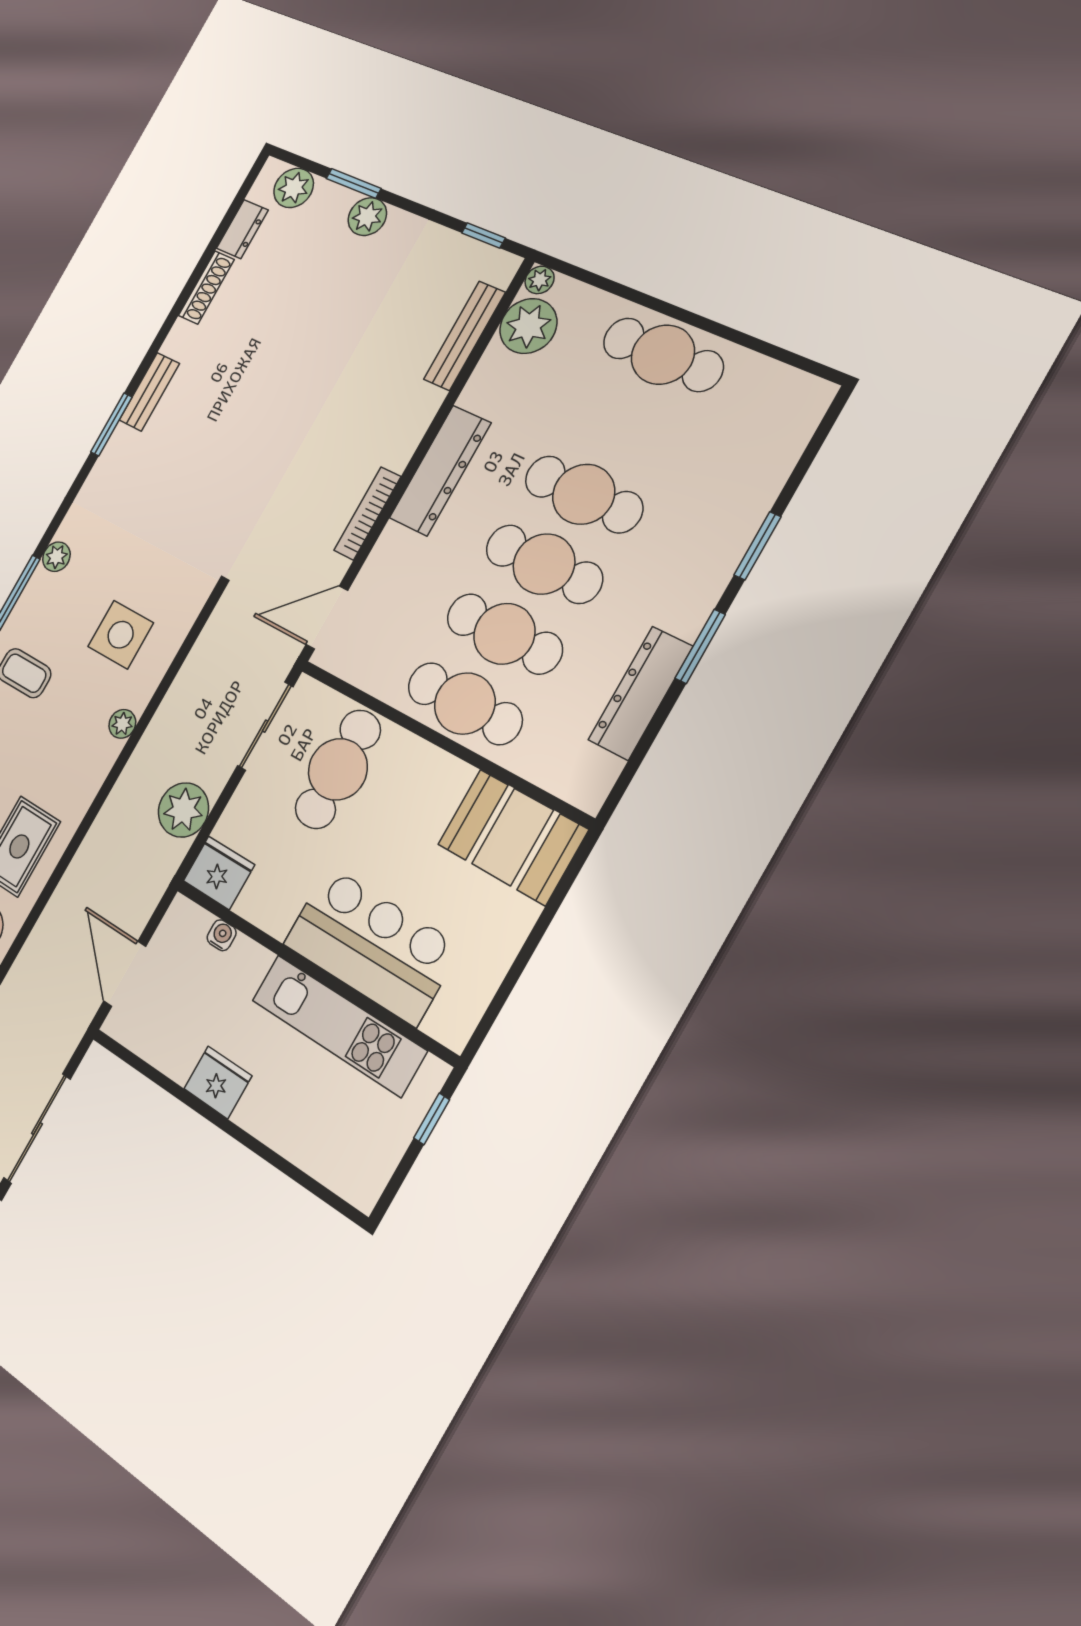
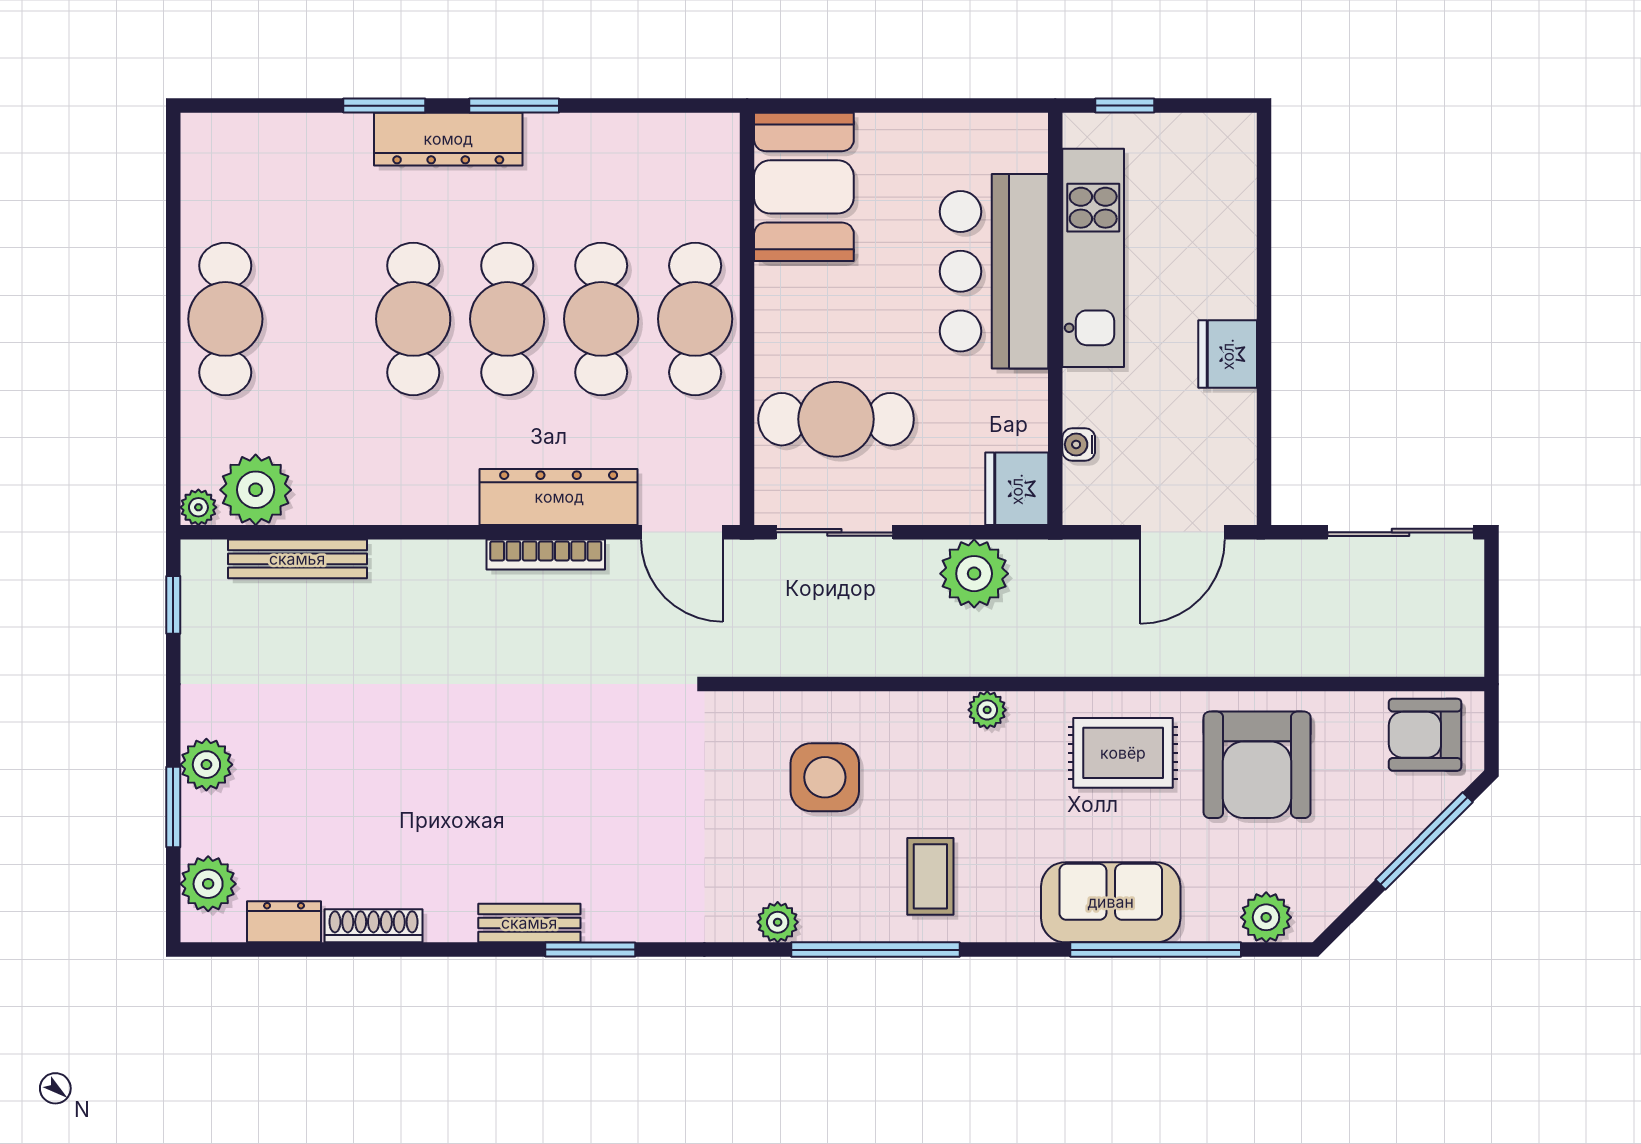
dresser: (440, 471) -> (559, 497), moved
dresser: (640, 693) -> (448, 139), moved
plant: (122, 724) -> (987, 710), moved

